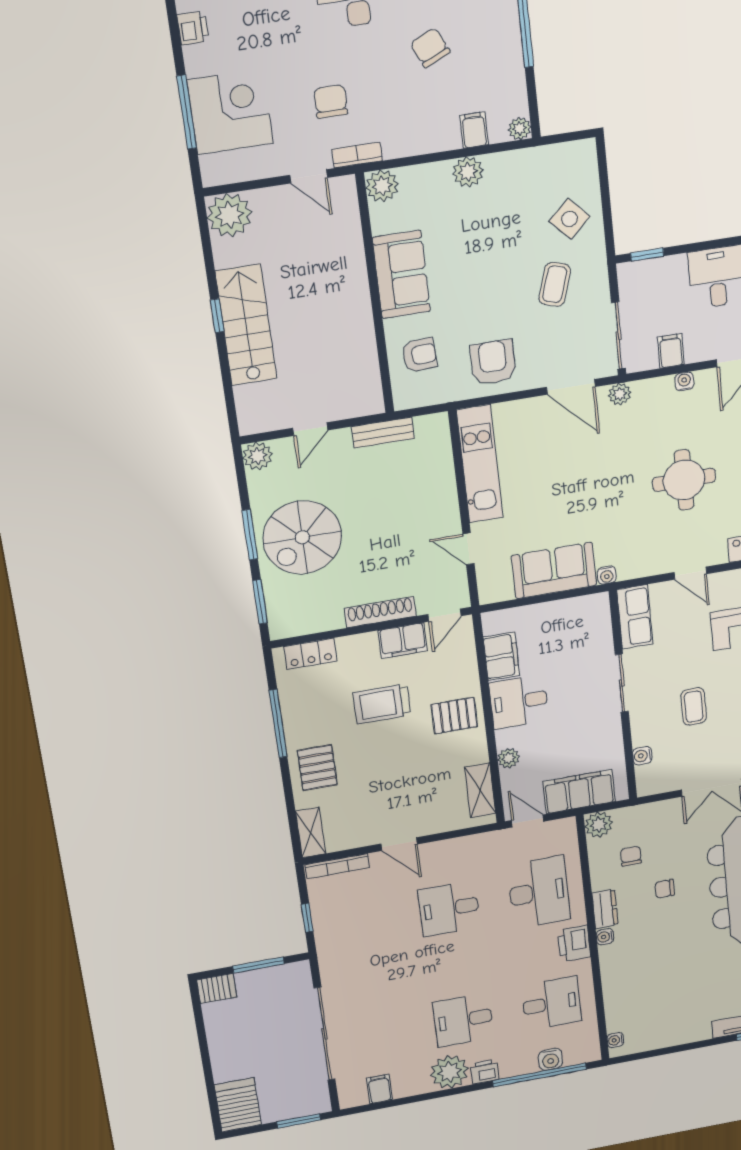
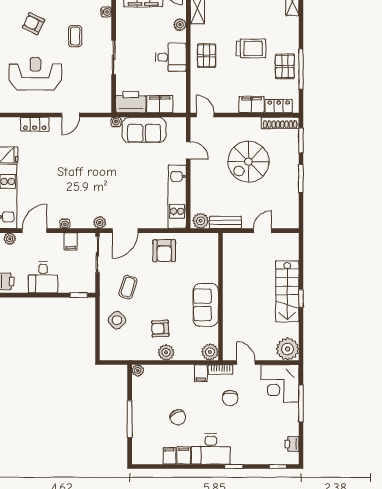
corner desk: (230, 112) -> (280, 384), moved
filing cabinet: (474, 130) -> (201, 373), moved
armchair: (419, 355) -> (160, 329), moved
door: (571, 387) -> (125, 231), swing flipped
plant: (258, 456) -> (201, 221), moved
round table: (684, 480) -> (70, 169), removed
spiral stairs: (302, 537) -> (248, 162), moved, turned 180
door: (690, 573) -> (71, 115), swing flipped
shoe rack: (380, 612) -> (280, 123), moved
printer: (583, 614) -> (131, 102), added
door: (444, 615) -> (205, 115), hinge flipped
row of seats: (635, 617) -> (103, 95), removed
filing cabinet: (403, 641) -> (252, 105), moved
filing cabinet: (501, 656) -> (160, 104), moved, turned 90
trolley: (382, 704) -> (251, 48), moved
pallet: (454, 716) -> (207, 56), turned 90
pallet: (317, 768) -> (285, 66), moved

